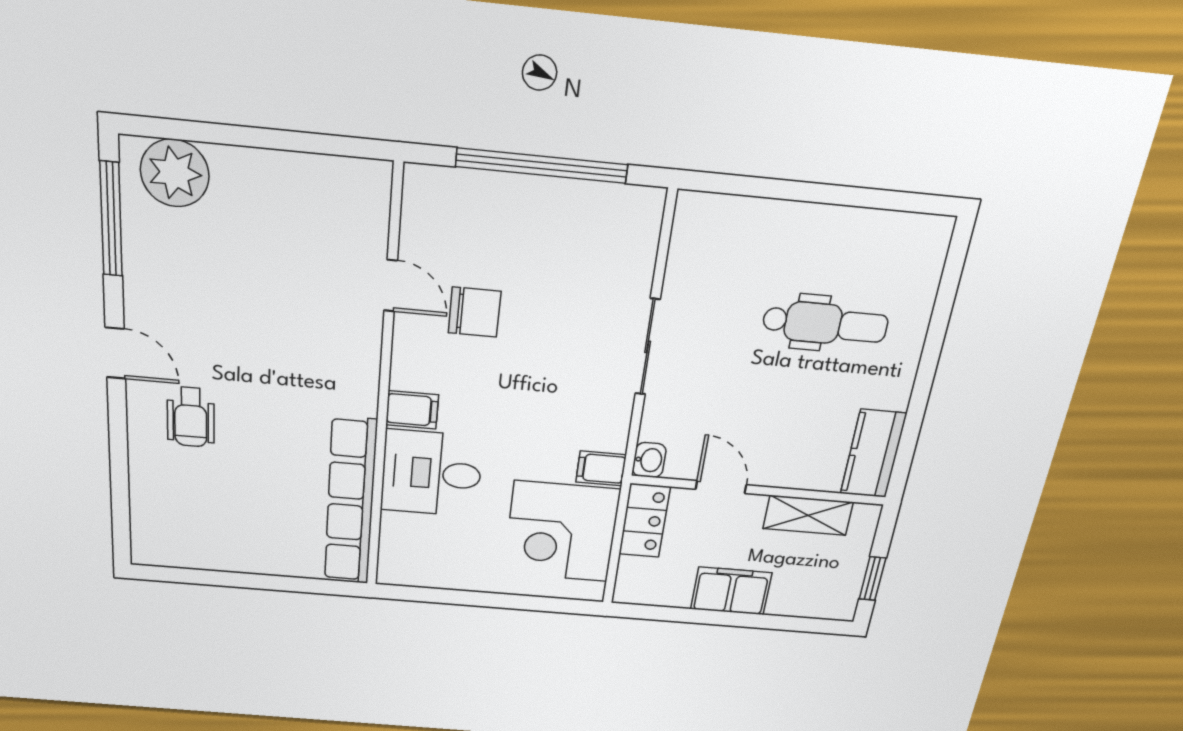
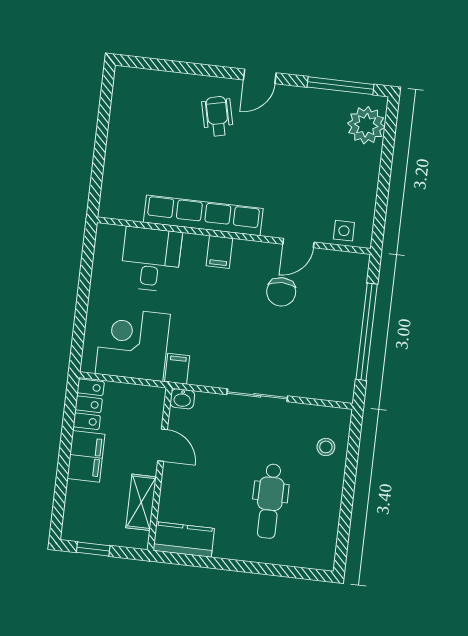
side table: (365, 209) -> (344, 231), added
stool: (741, 233) -> (326, 447), added
wheelchair: (191, 417) -> (217, 116), turned 77
desk: (432, 473) -> (151, 259), moved
door: (721, 487) -> (163, 445), hinge flipped
row of seats: (350, 502) -> (203, 215), moved
locker: (645, 521) -> (89, 404), moved, turned -90

